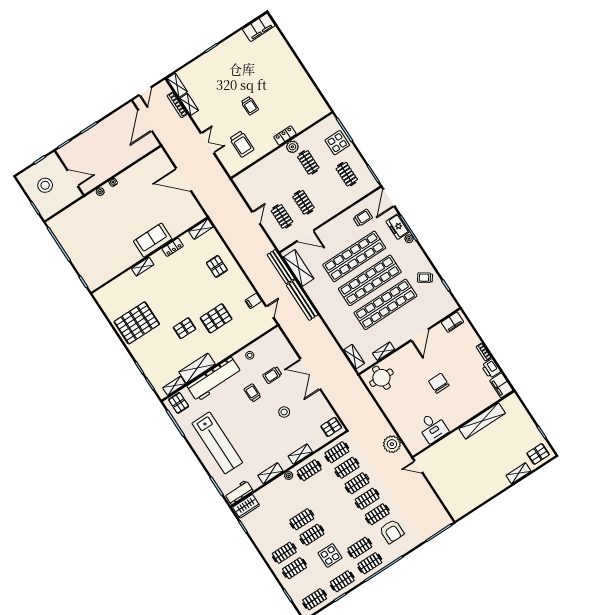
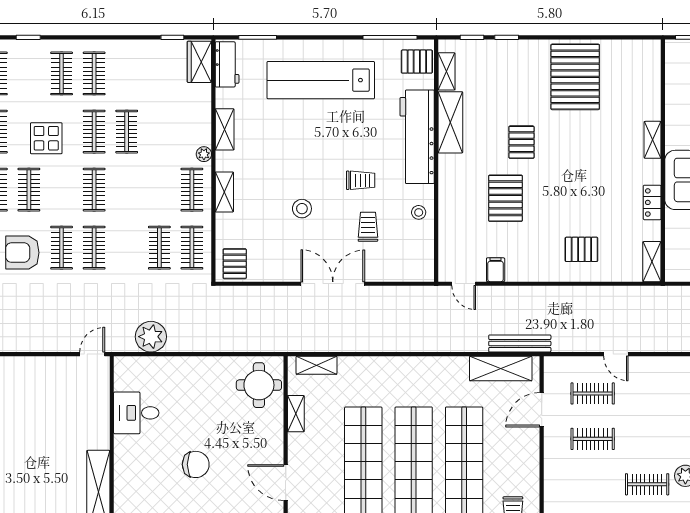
bench: (302, 300) -> (450, 343), removed
clothes rail: (357, 483) -> (94, 190), moved

